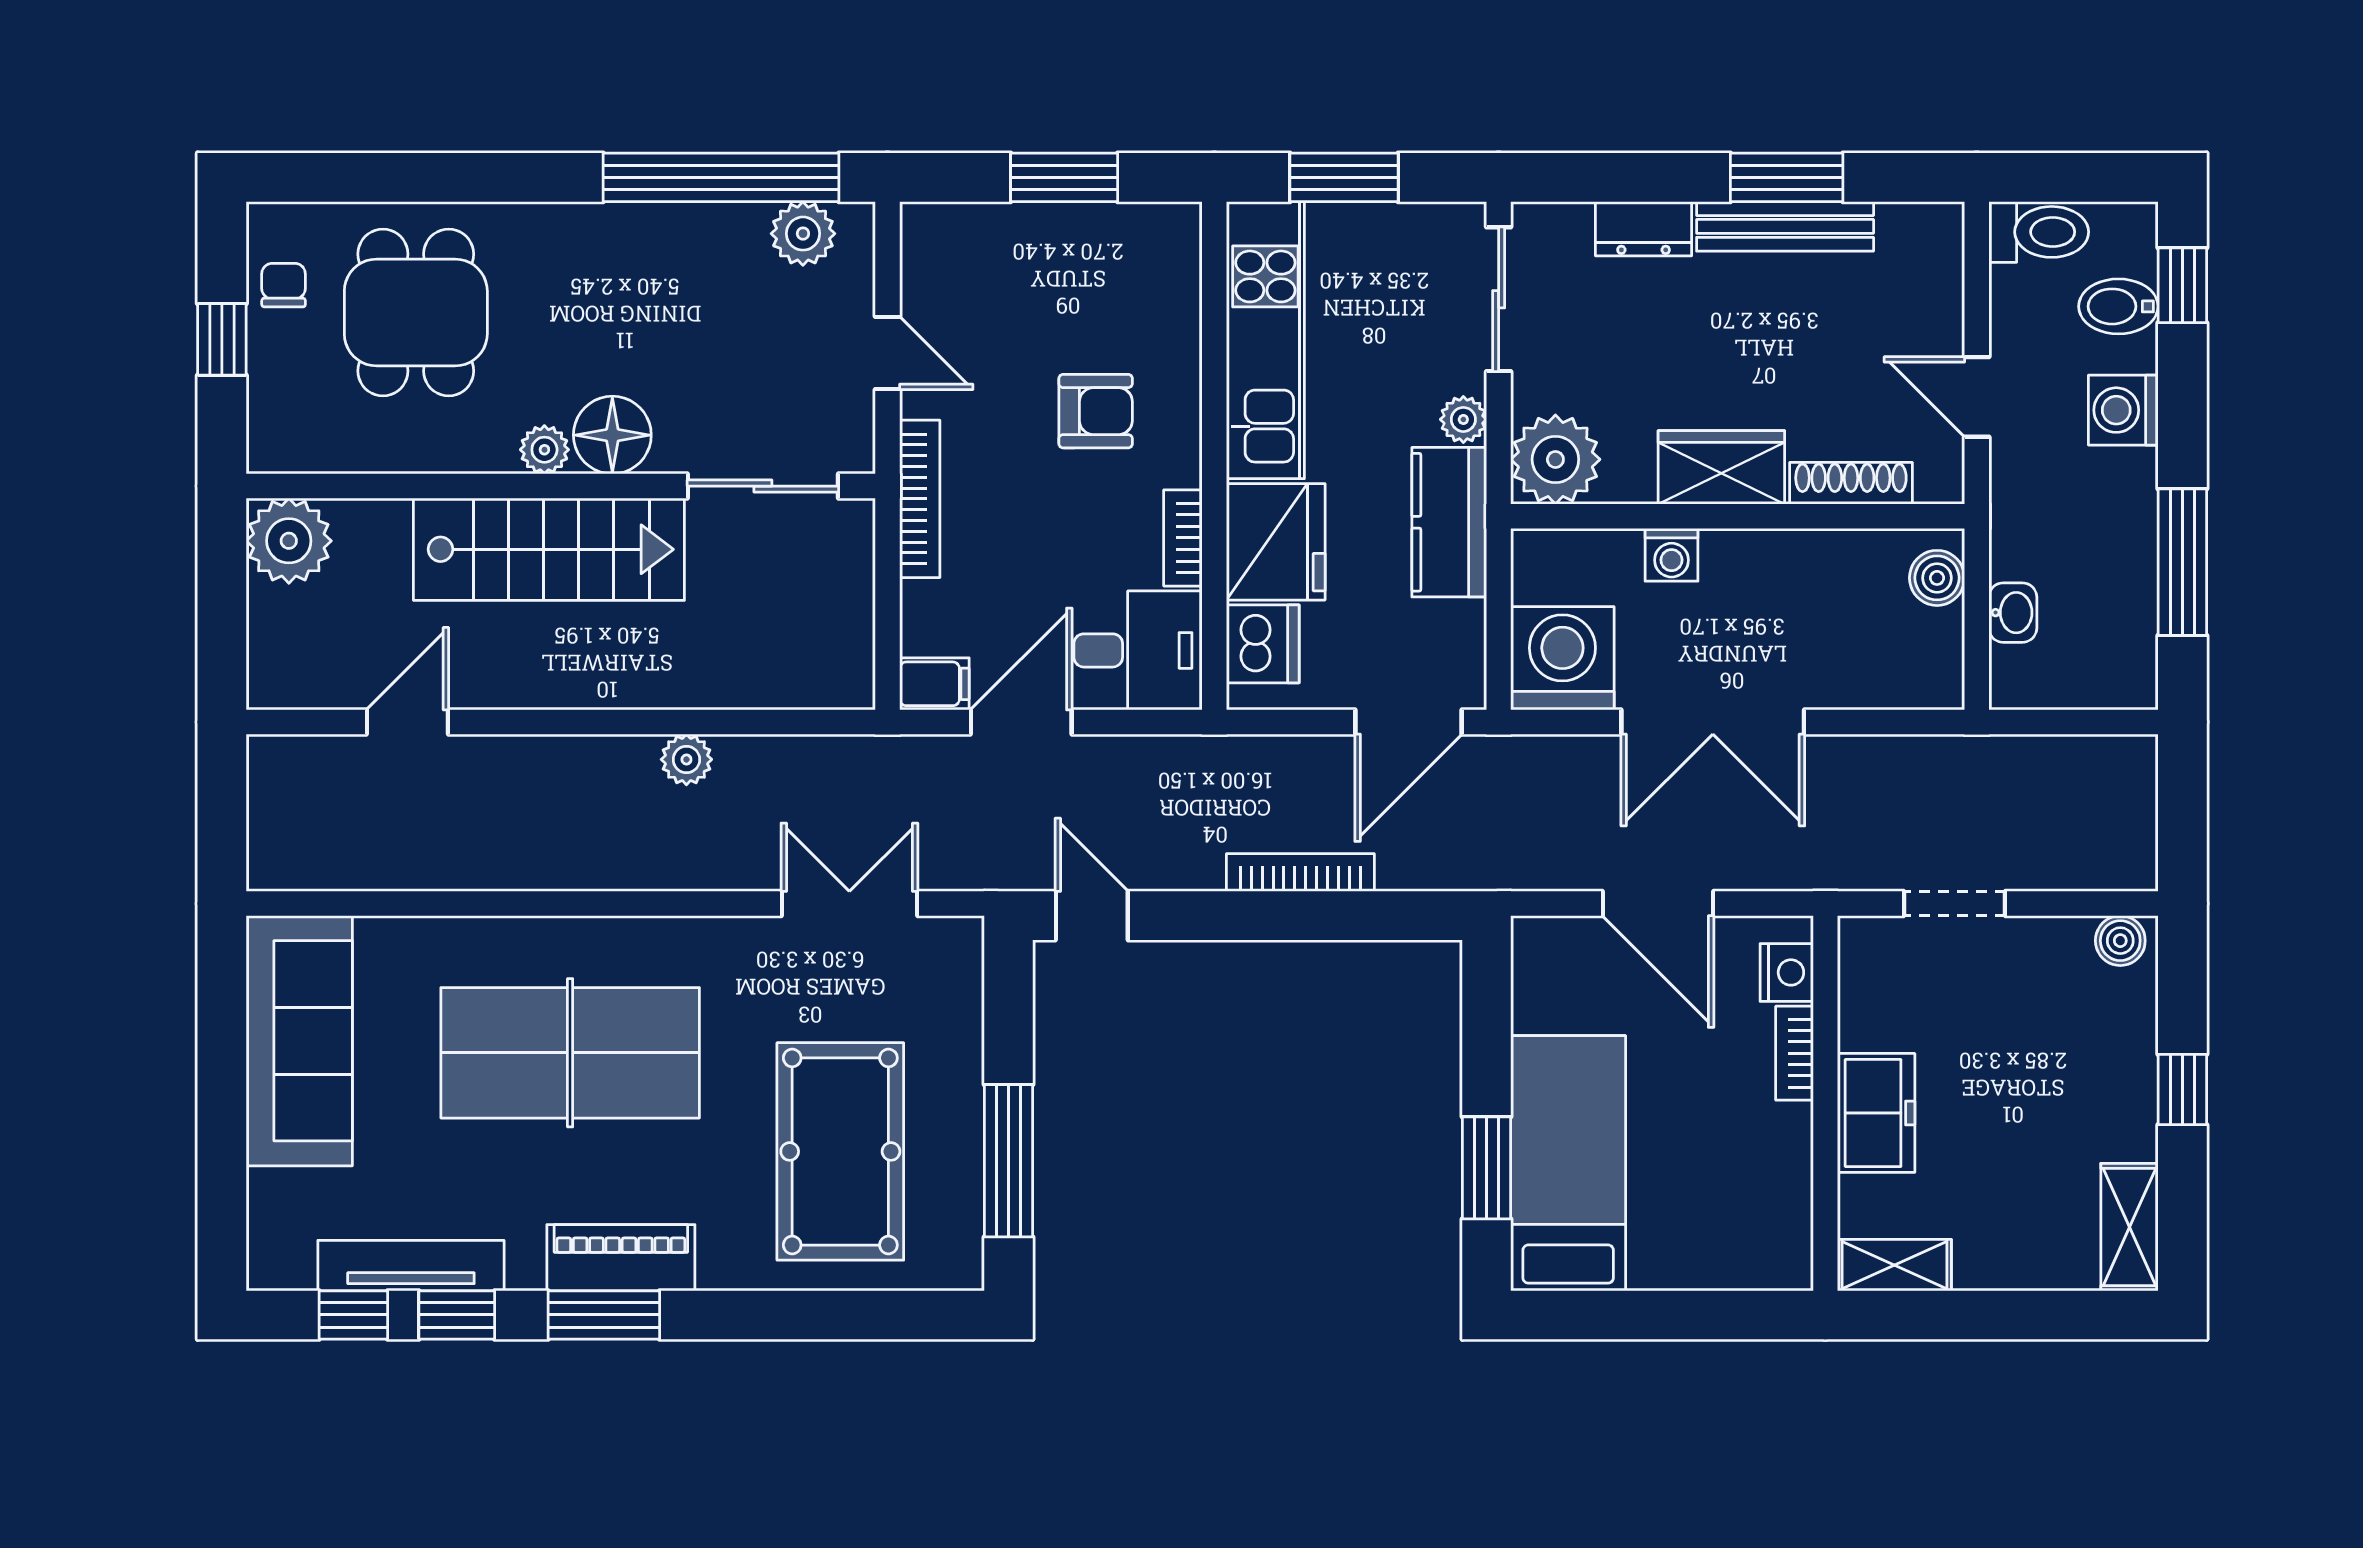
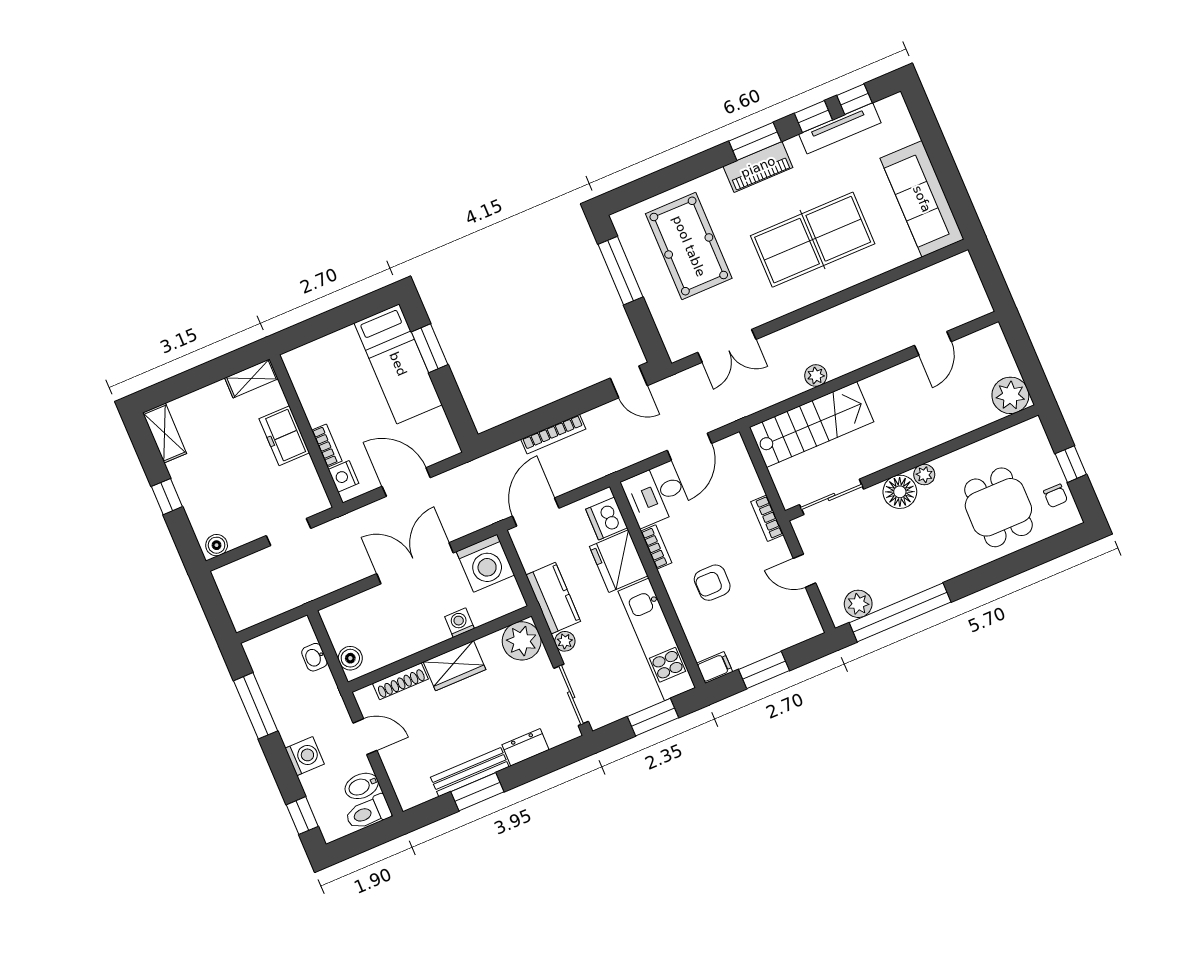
bidet: (2118, 306) -> (362, 786), moved, turned 180
bookcase: (920, 499) -> (767, 518), width x0.64
stairs: (549, 549) -> (812, 425), moved, turned 180
filing cabinet: (934, 684) -> (715, 668), moved, turned 180

